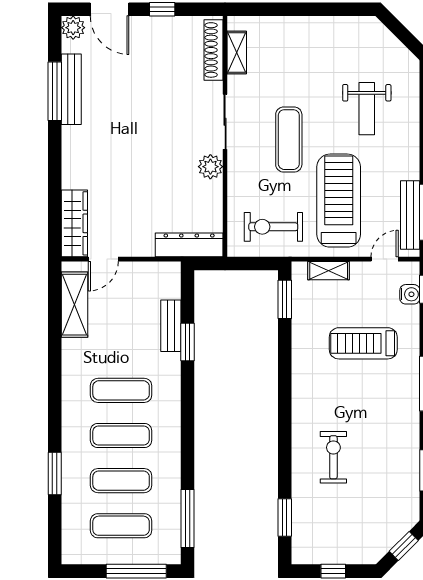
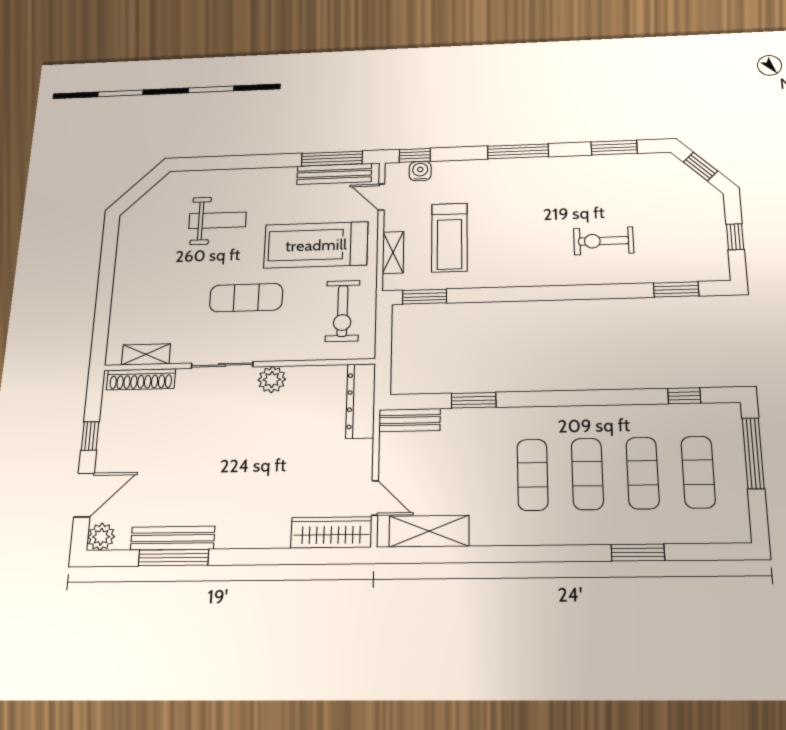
bench: (171, 326) -> (410, 420), moved
treadmill: (363, 343) -> (449, 237), moved
window: (187, 518) -> (684, 396), width x0.46

